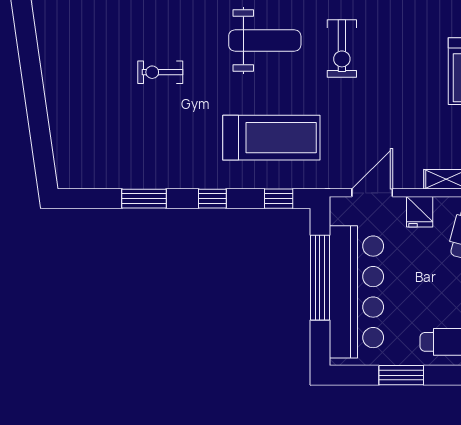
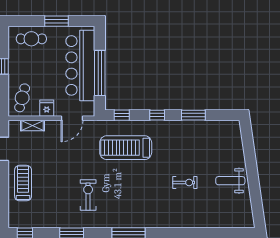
weight bench: (265, 40) -> (230, 181), moved, width x0.73, depth x0.75

